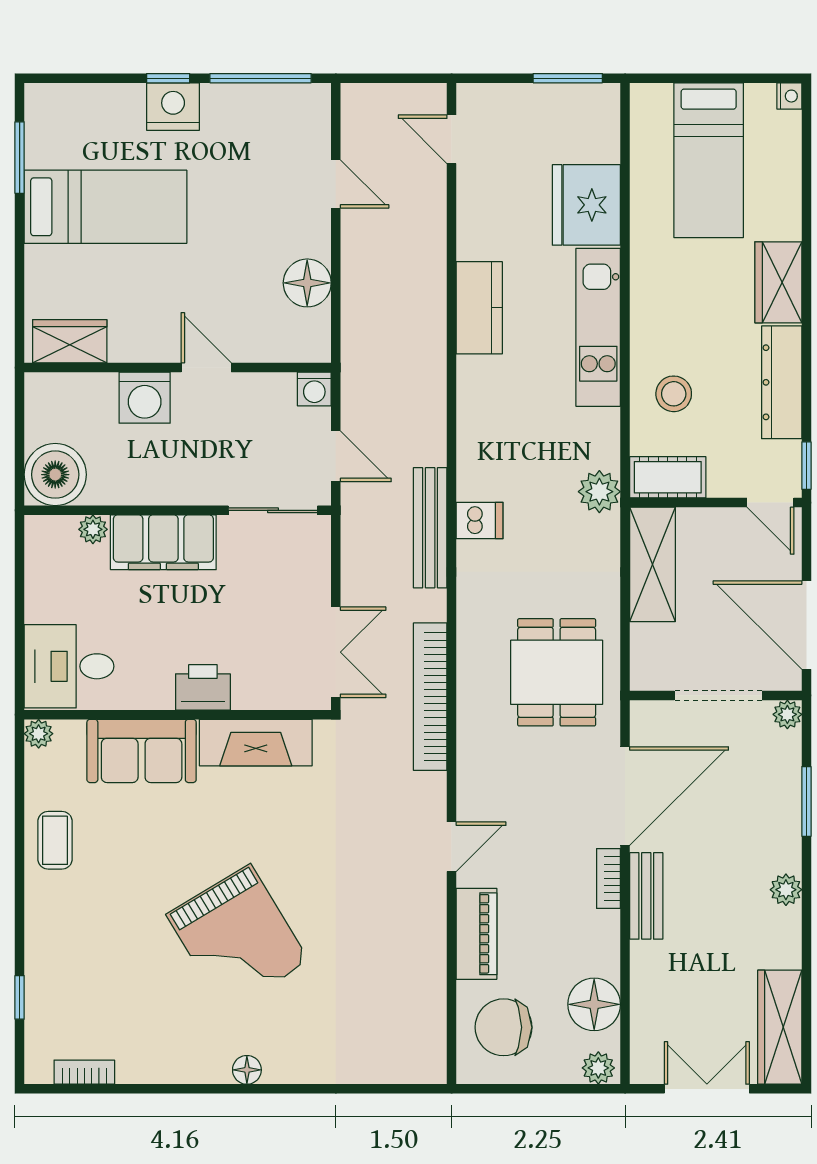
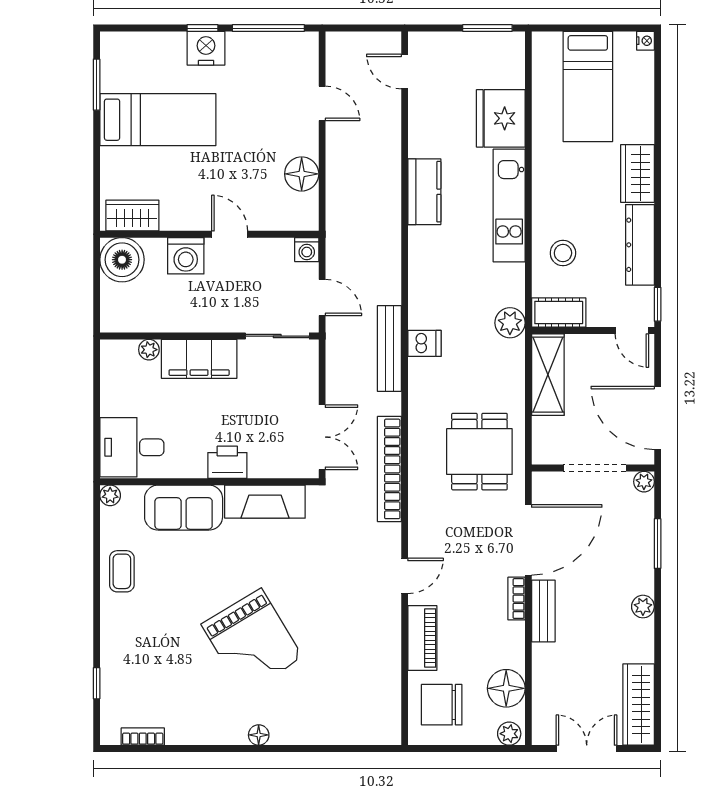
boiler: (55, 475) -> (122, 260), moved

